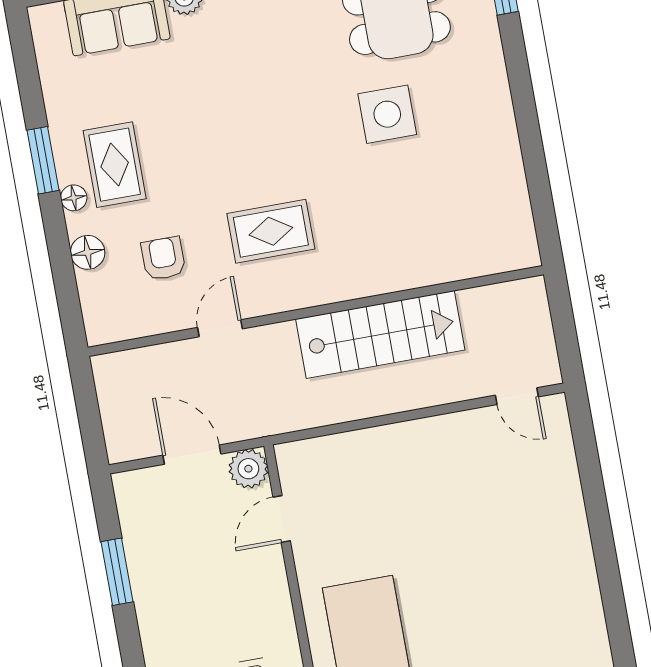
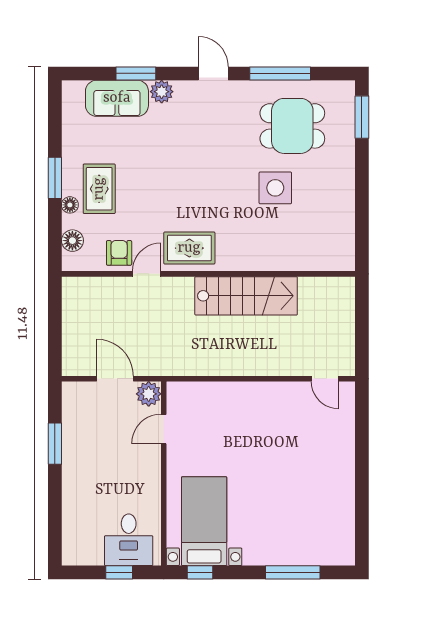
wall: (316, 311) -> (208, 274), moved
door: (220, 328) -> (147, 274), moved
stairs: (380, 335) -> (246, 296), moved

